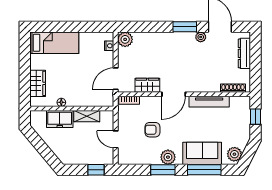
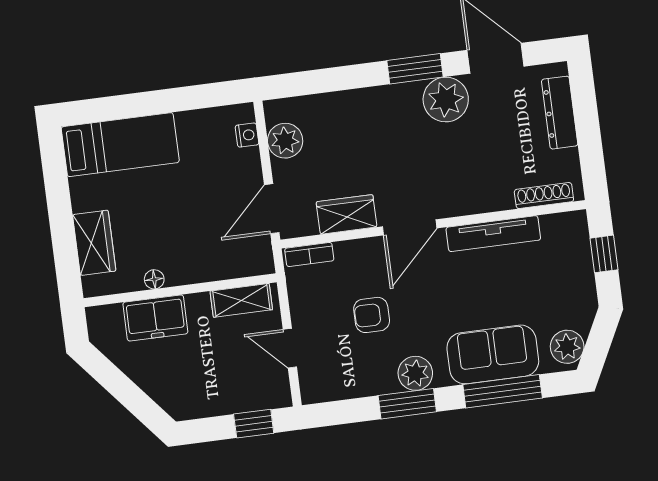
plant: (201, 37) -> (446, 99), width x1.87, depth x1.87
plant: (125, 39) -> (285, 141), moved
shelving: (87, 116) -> (241, 300), moved

